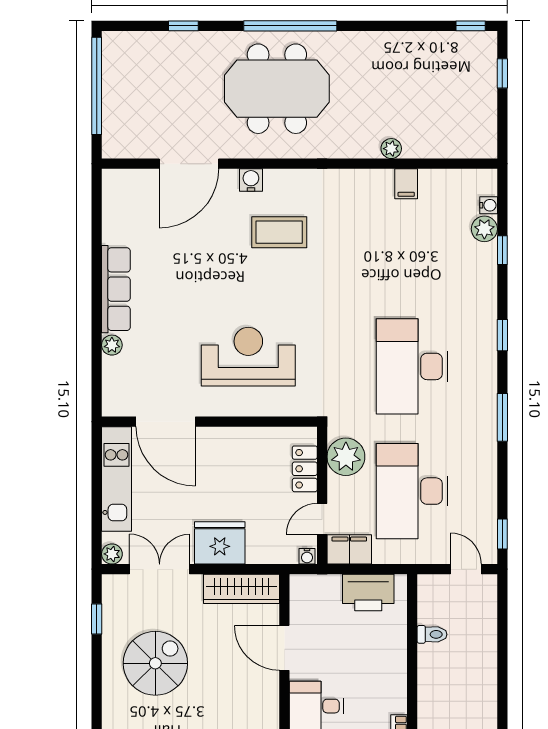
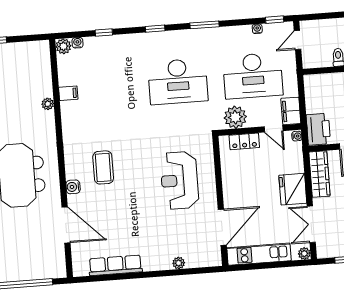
plant: (484, 229) -> (63, 46), moved
row of seats: (116, 289) -> (115, 265), moved
water cooler: (489, 504) -> (257, 29), added
printer: (368, 593) -> (318, 129), moved

